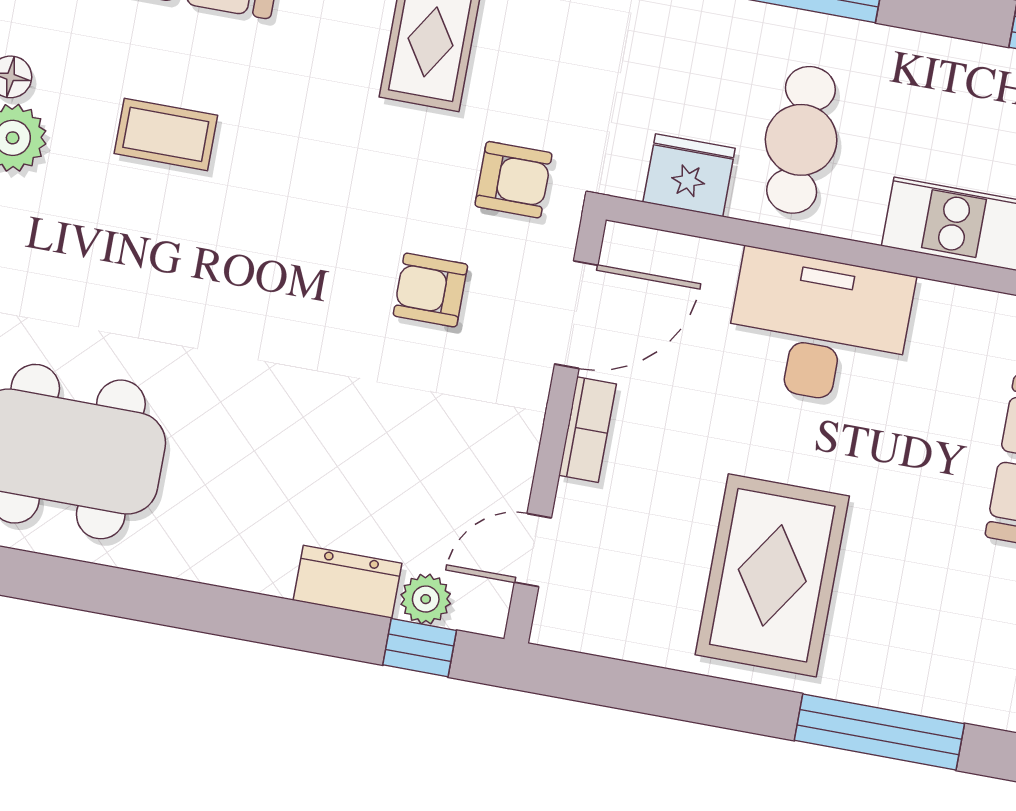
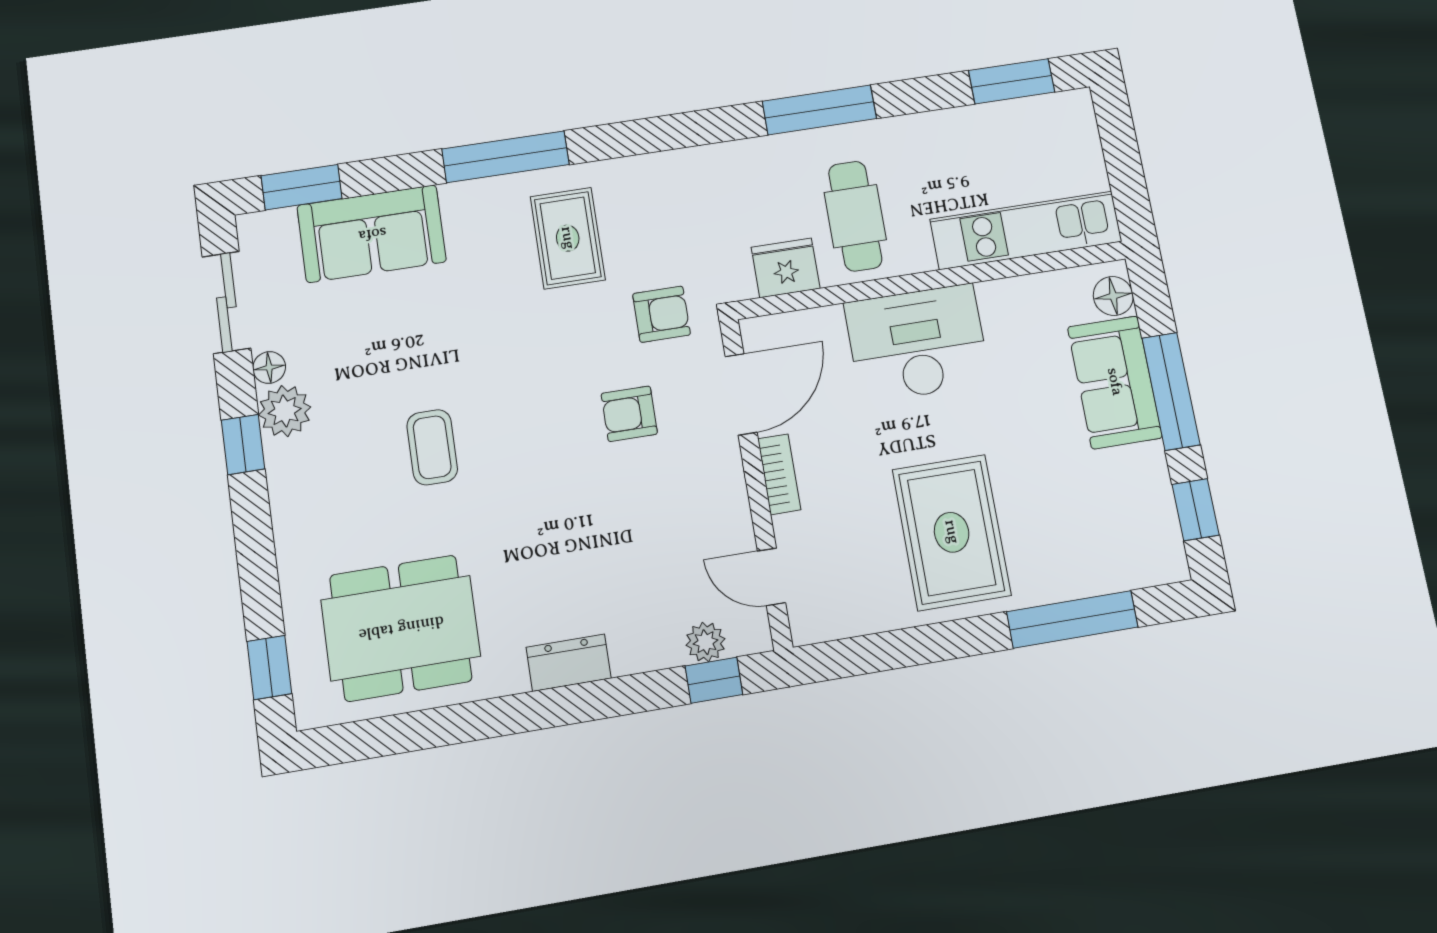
coffee table: (166, 134) -> (432, 447), moved, turned 90
door: (533, 550) -> (771, 577), hinge flipped
dresser: (347, 582) -> (569, 663), moved

